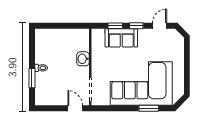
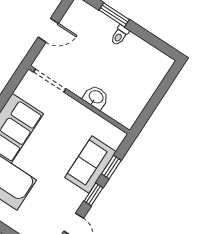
door: (75, 108) -> (48, 30), moved

